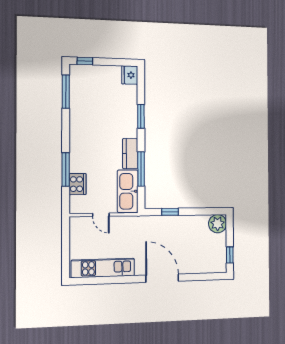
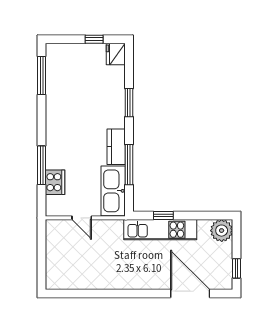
window: (85, 61) -> (94, 39), moved
kitchen unit: (103, 268) -> (160, 230), moved, turned 180
door: (162, 278) -> (190, 294), moved

